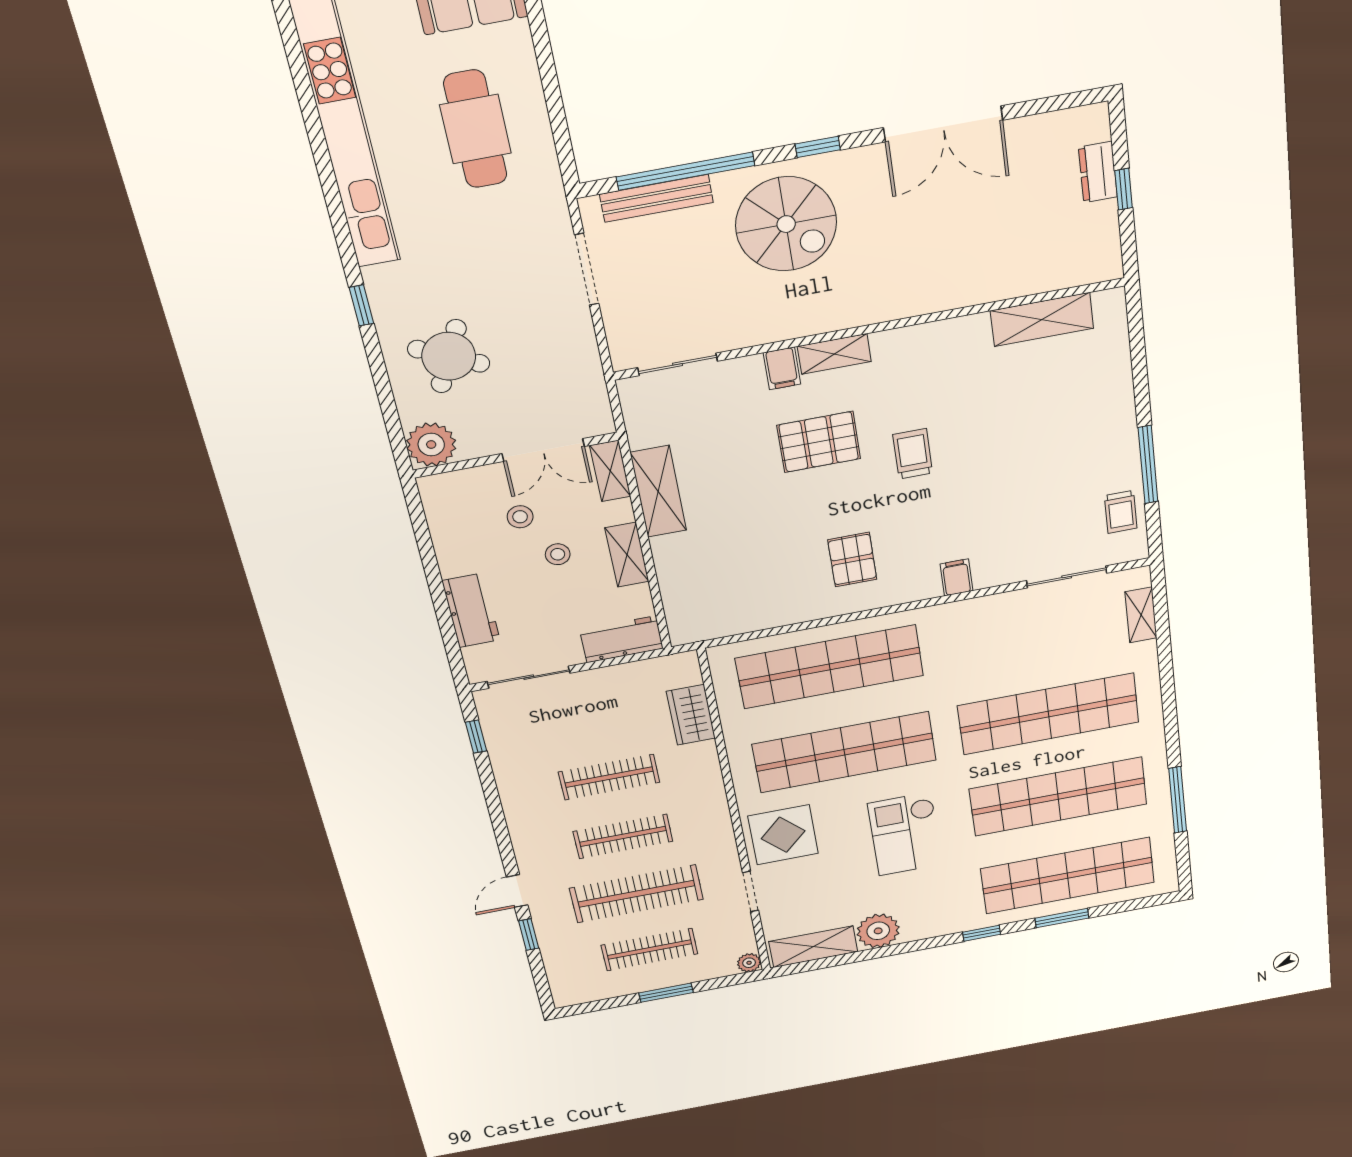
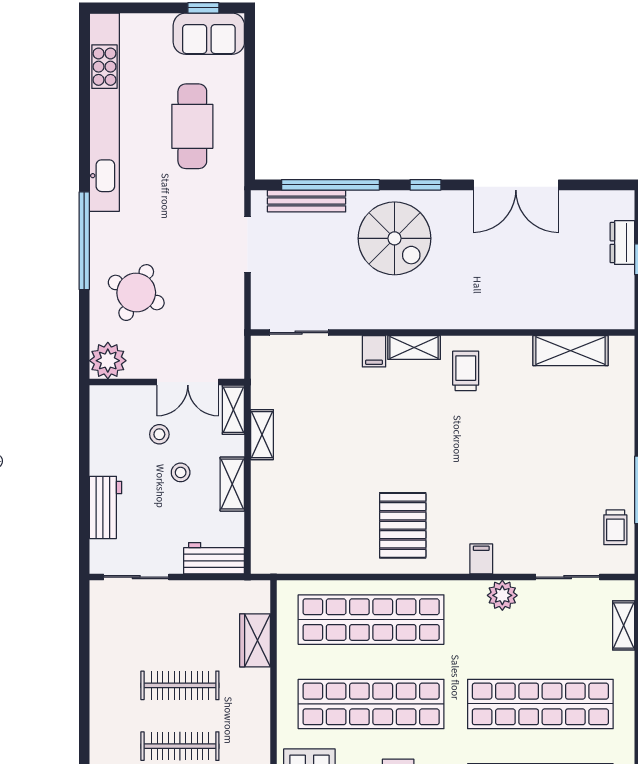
window: (361, 305) -> (84, 241), width x3.17
pallet: (819, 442) -> (392, 418), removed
trolley: (913, 454) -> (466, 371), moved
shelving: (658, 492) -> (262, 435), width x0.67, depth x0.75
pallet: (852, 560) -> (403, 525), width x1.50, depth x1.42
plant: (988, 611) -> (502, 595), added
window: (476, 737) -> (84, 623), removed

